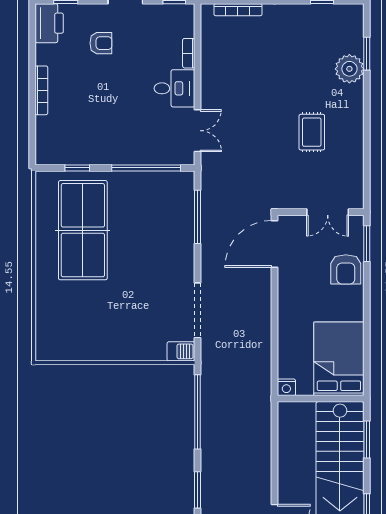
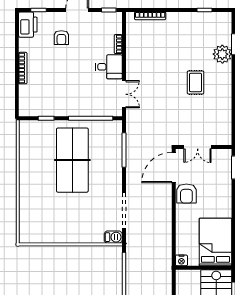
armchair: (101, 43) -> (61, 38), turned 90
rug: (312, 132) -> (196, 82), moved
double door: (328, 212) -> (198, 147), moved
table tennis table: (83, 230) -> (72, 160), moved
armchair: (346, 269) -> (186, 193), moved

